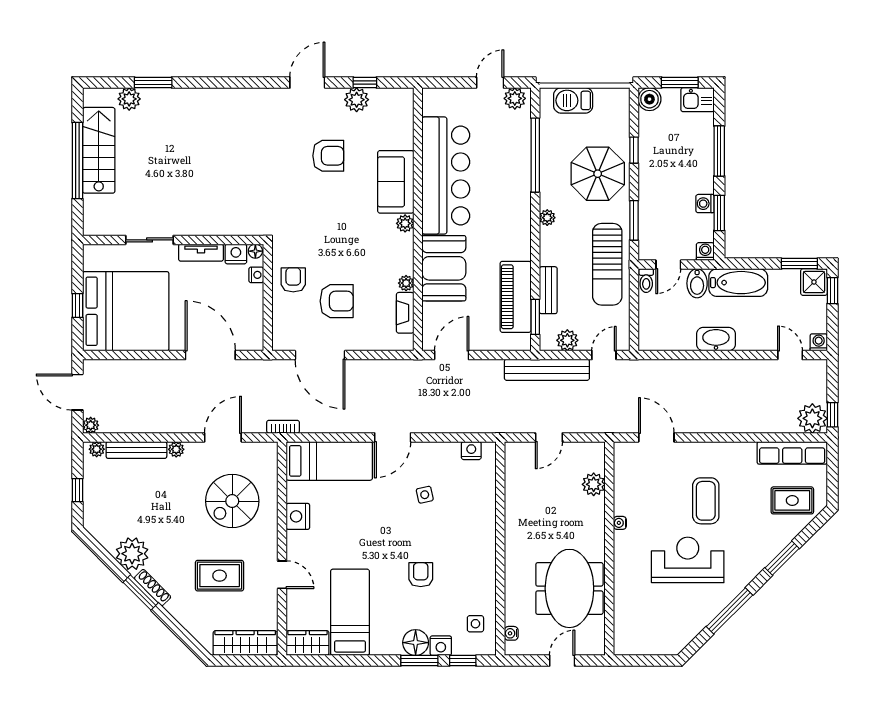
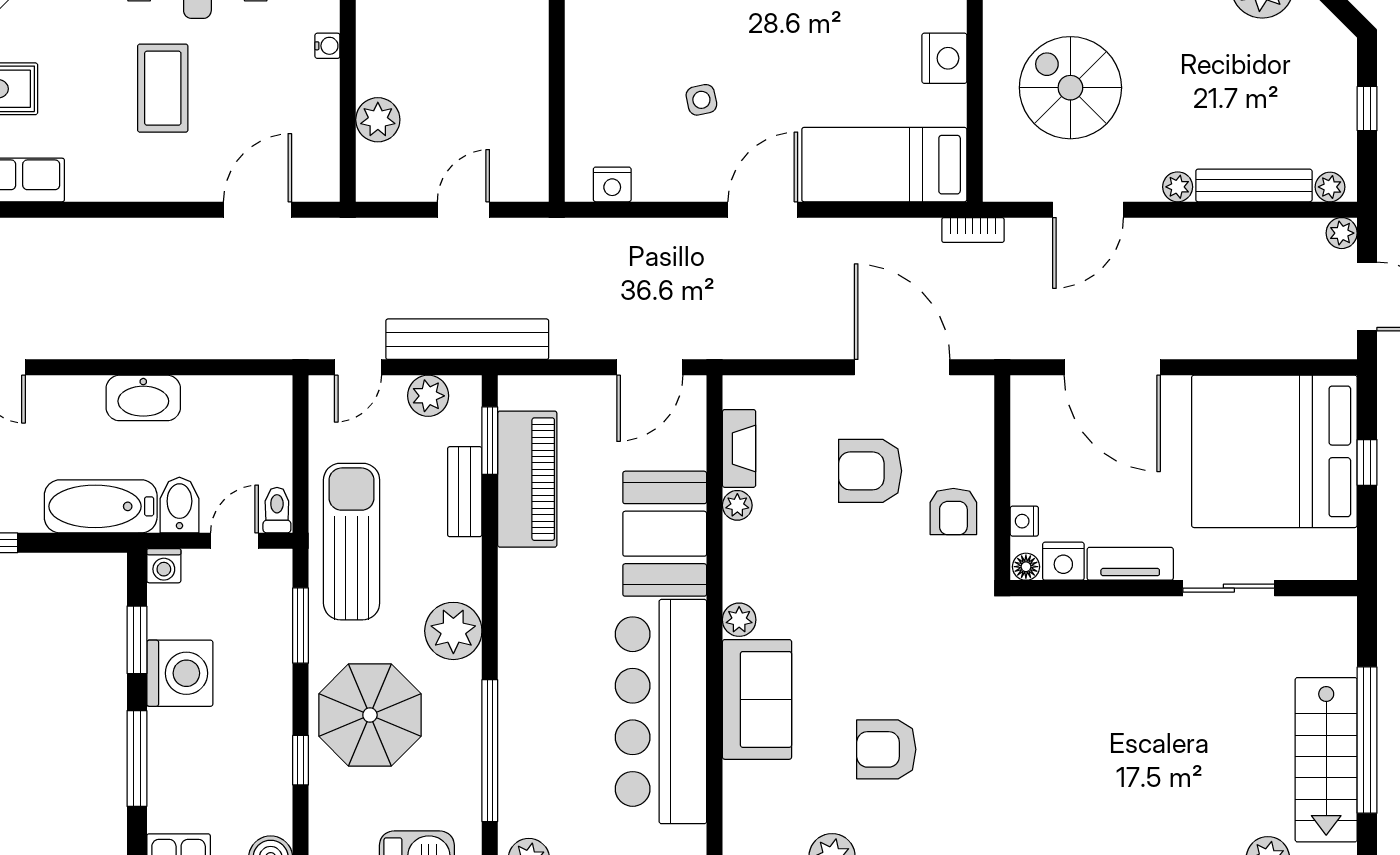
washing machine: (705, 204) -> (180, 673), width x1.89, depth x1.89
plant: (547, 218) -> (453, 631), width x1.87, depth x1.87
door: (656, 437) -> (258, 210), swing flipped
spiral stairs: (232, 501) -> (1070, 88), turned -90

